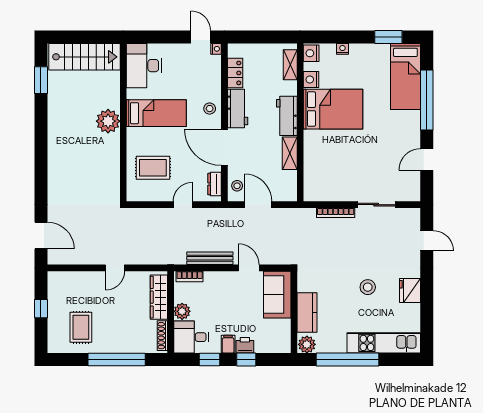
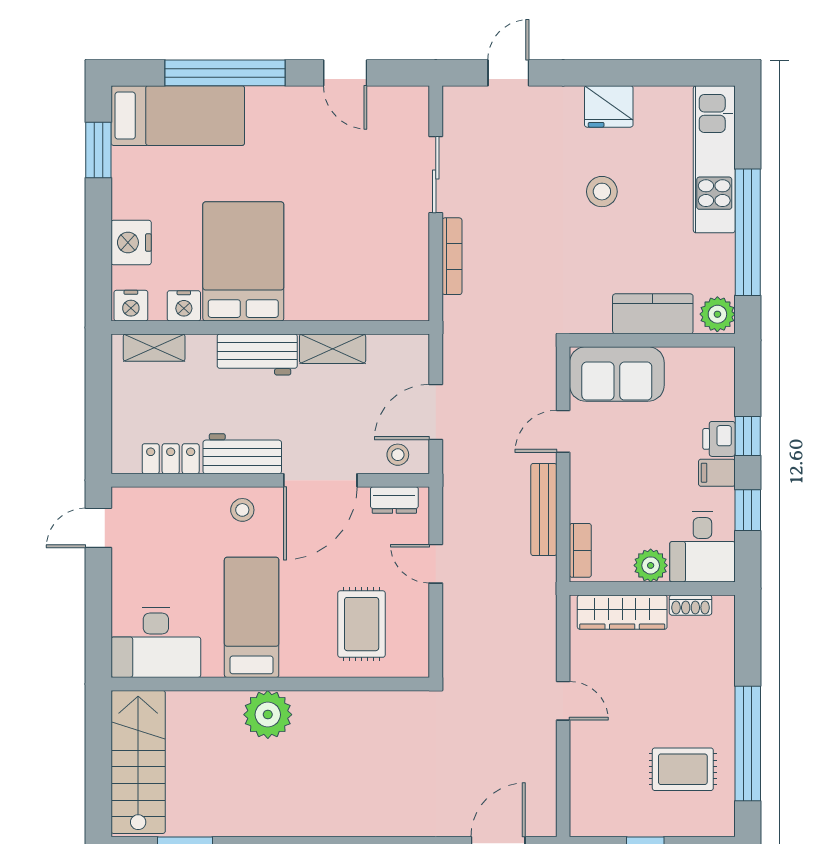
nightstand: (216, 49) -> (122, 497), removed
nightstand: (342, 49) -> (131, 243), width x1.89, depth x1.79
shoe rack: (162, 336) -> (691, 605), width x0.70
window: (117, 360) -> (748, 744), moved

